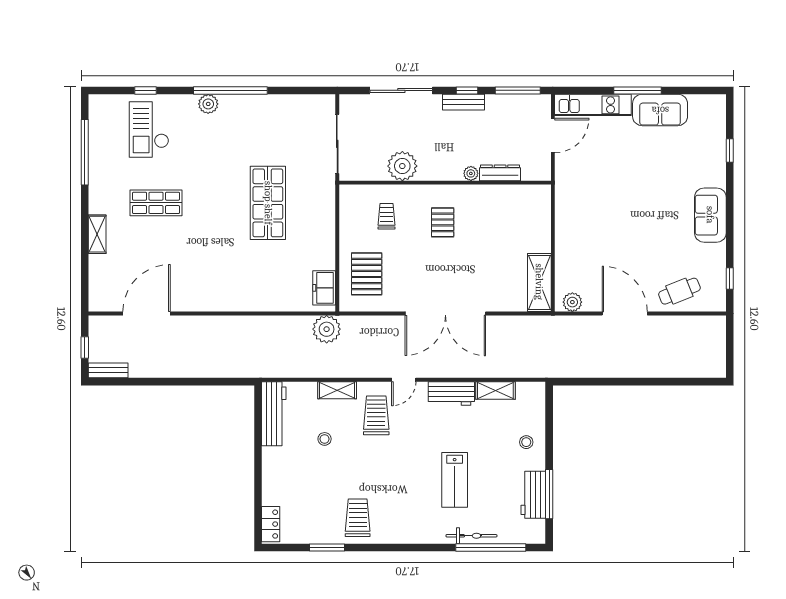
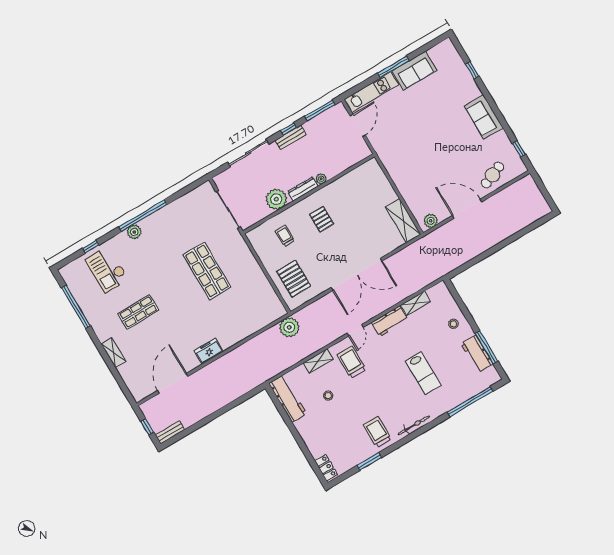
dresser: (500, 173) -> (303, 189), moved
freezer: (324, 288) -> (209, 351), moved, turned 90
bicycle: (471, 536) -> (414, 425), moved

